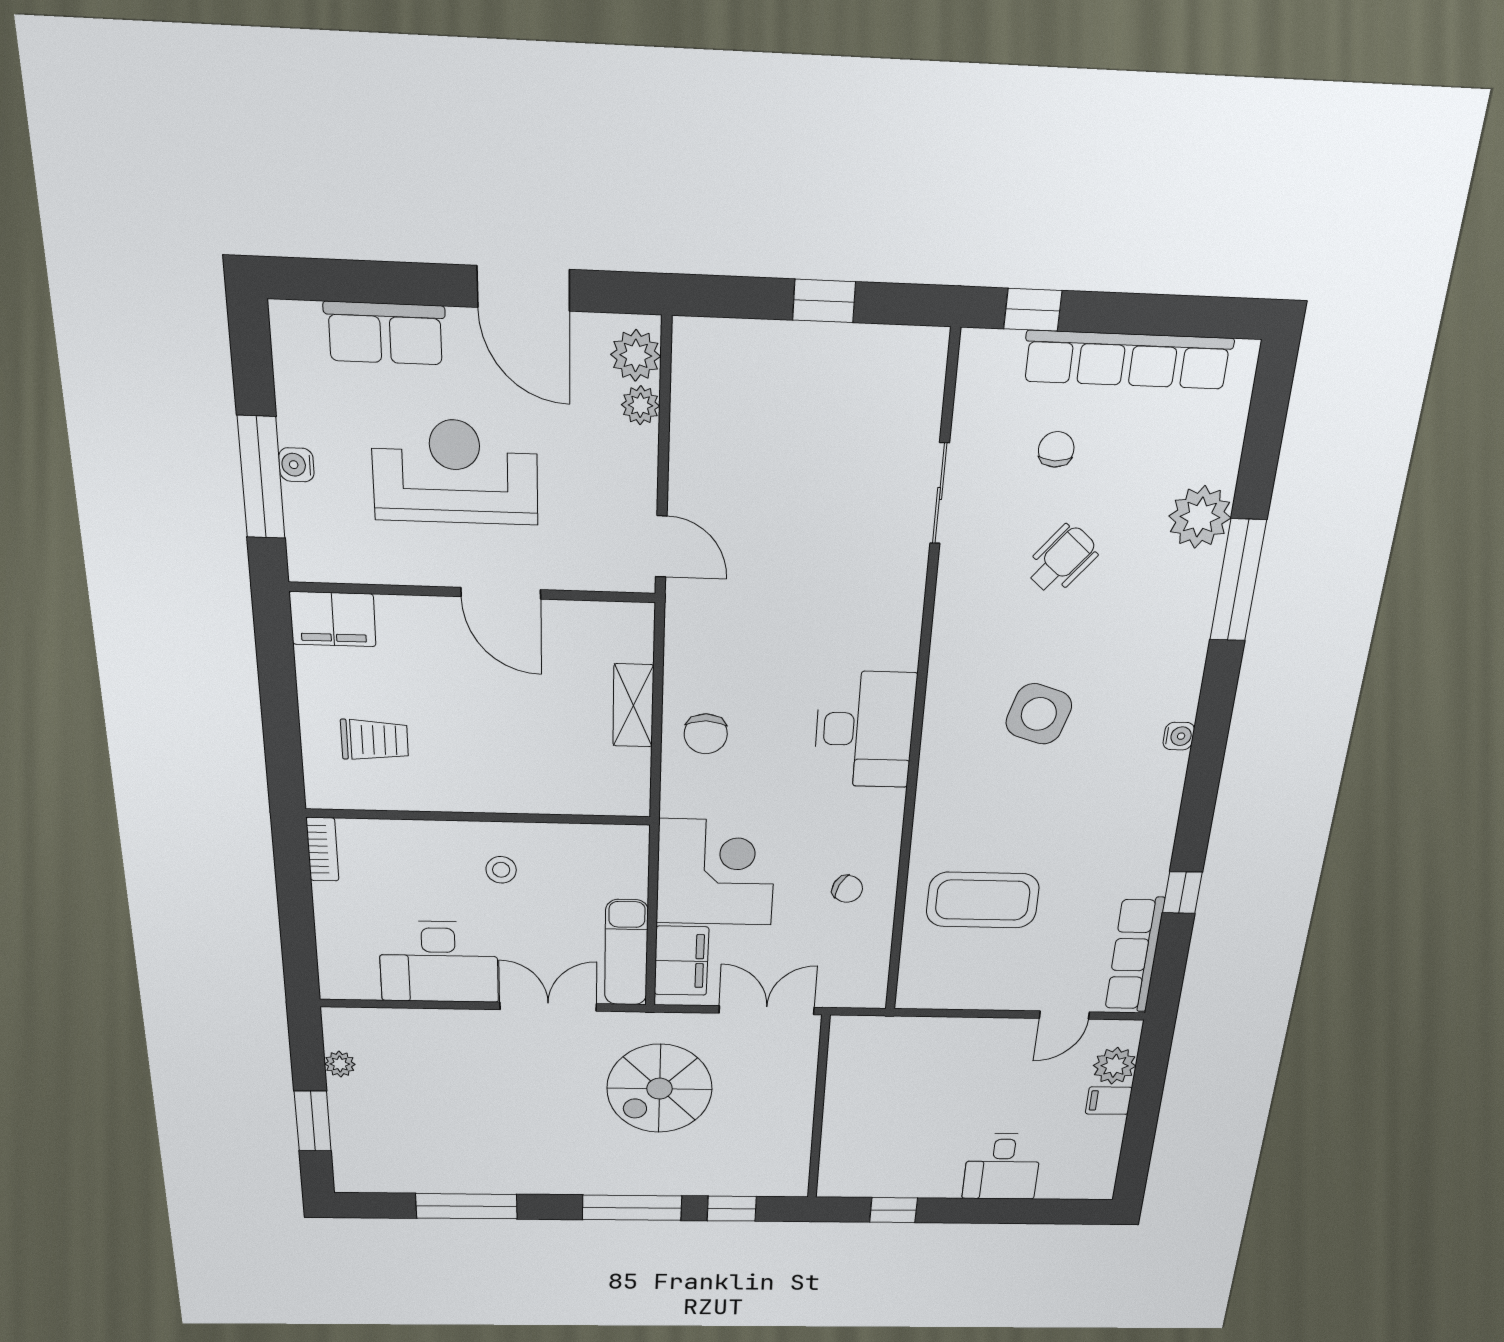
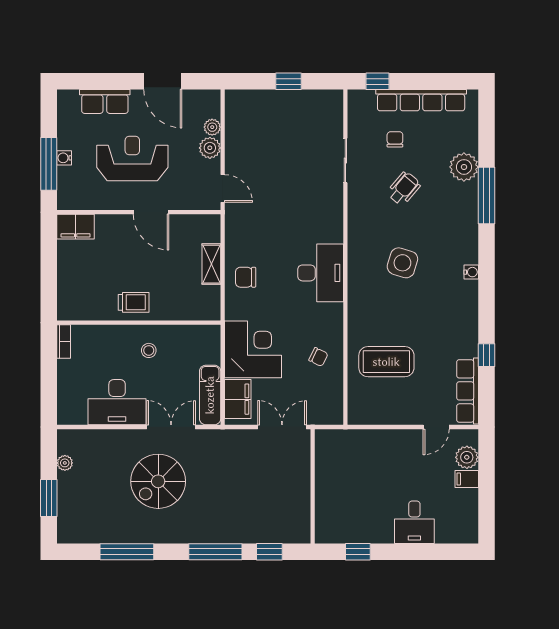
plant: (636, 355) -> (210, 148), moved
chair: (706, 734) -> (246, 277), turned 90
trolley: (375, 740) -> (134, 302), moved
spiral stairs: (660, 1089) -> (158, 481), moved

